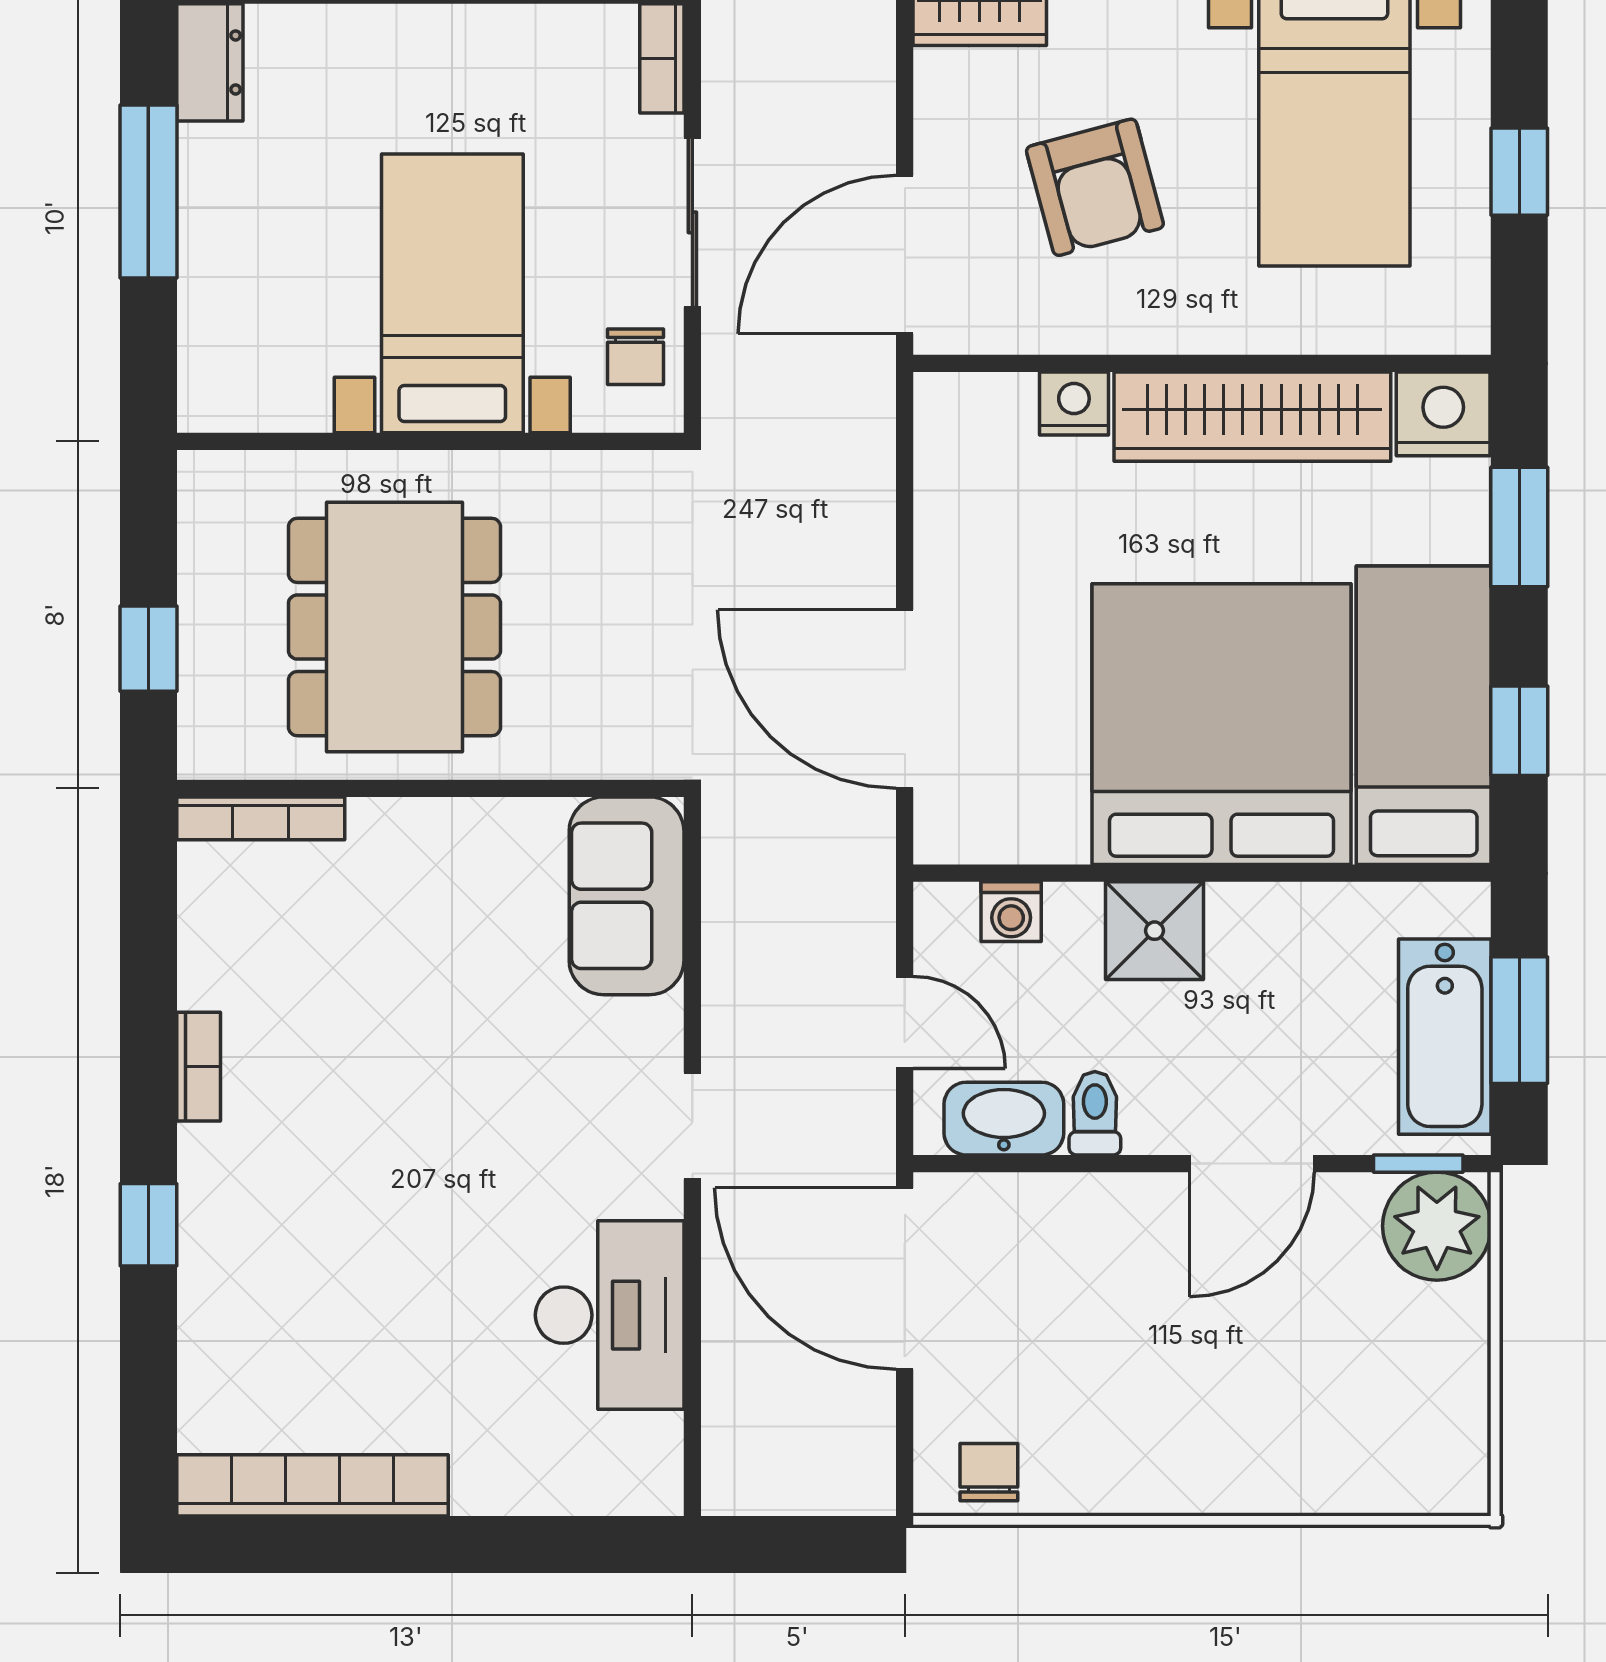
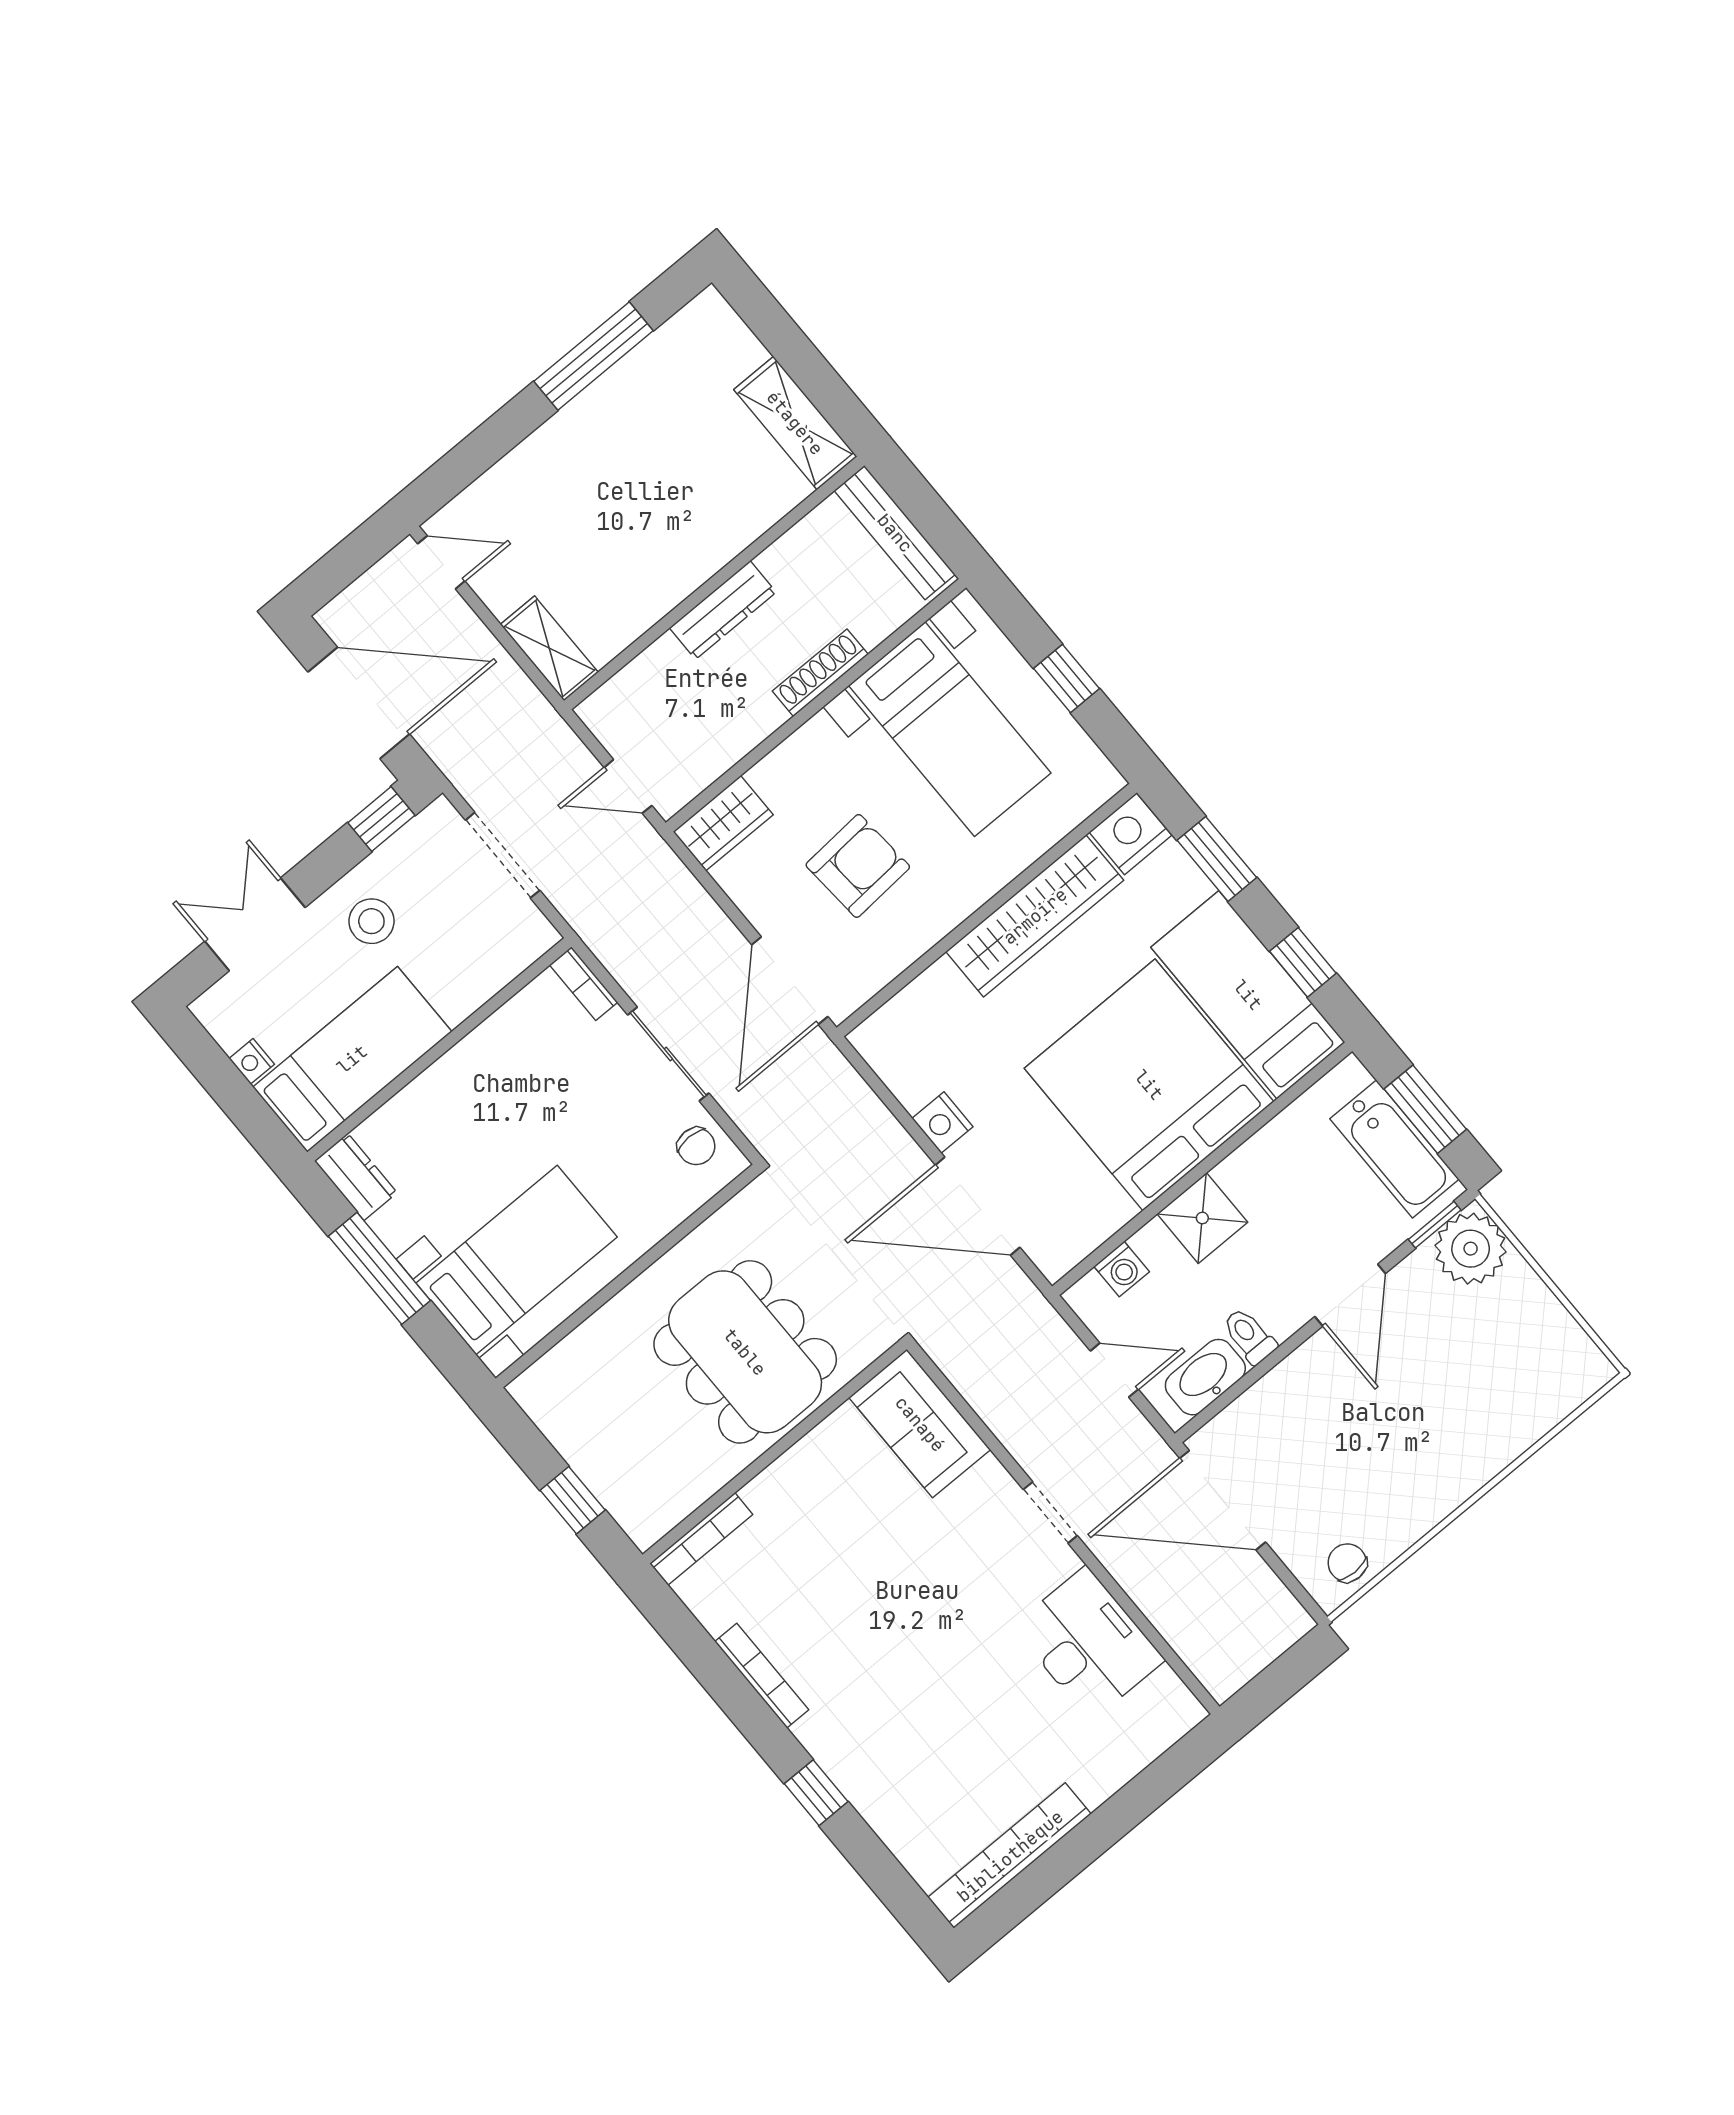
armchair: (1095, 187) -> (858, 866), turned -79
bed with nightstands: (452, 293) -> (517, 1260), moved, turned 90
nightstand: (1074, 404) -> (942, 1122), moved, turned -90
dining table: (394, 627) -> (745, 1352), moved
bookcase: (199, 1067) -> (762, 1676), width x1.56

